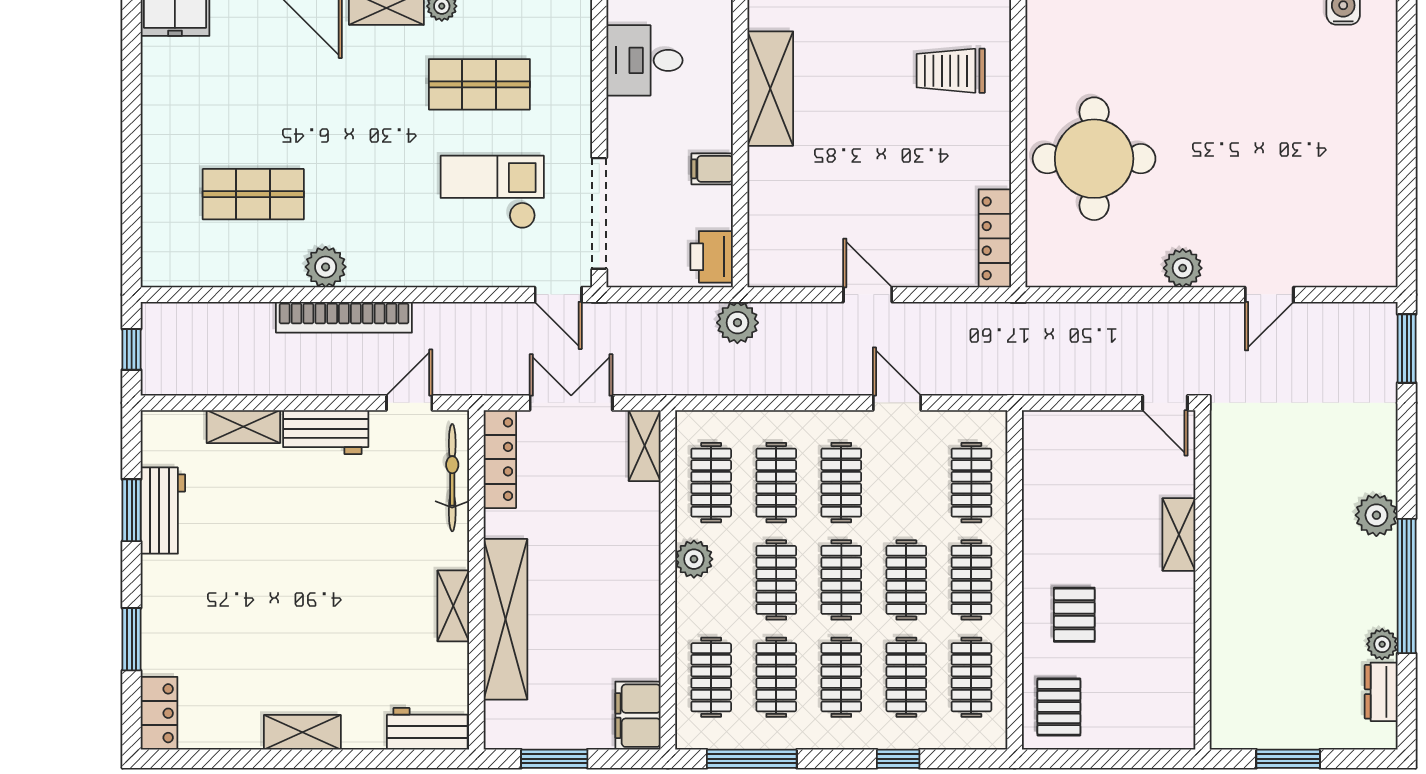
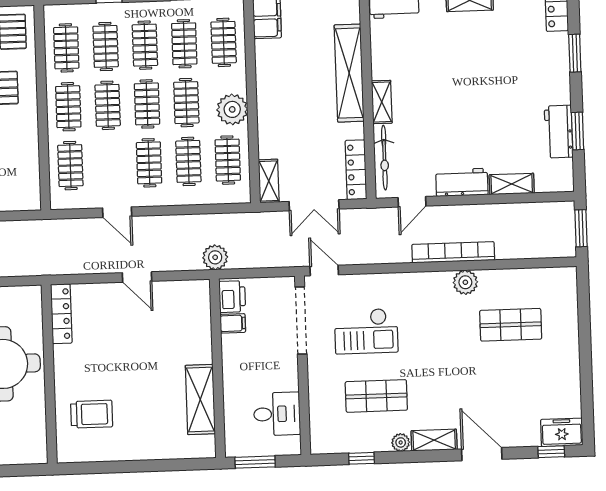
filing cabinet: (712, 169) -> (233, 323), moved
window: (132, 349) -> (581, 228), width x1.50
plant: (694, 559) -> (232, 109), width x1.36, depth x1.36
shelving: (453, 606) -> (382, 102), moved

